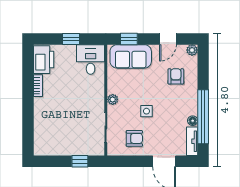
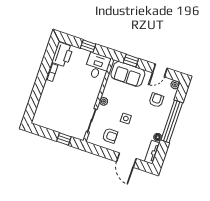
window: (203, 117) -> (172, 121), moved

